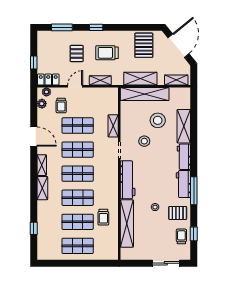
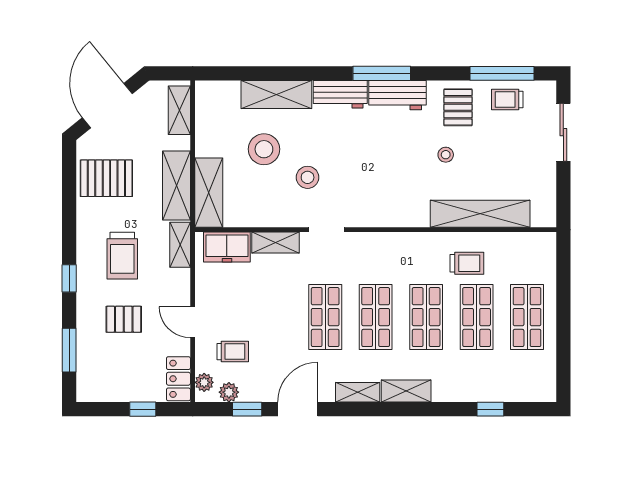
door: (178, 46) -> (107, 106), hinge flipped
shelving: (100, 80) -> (180, 245), moved
shelving: (145, 94) -> (209, 193), width x0.68
freezer: (111, 103) -> (227, 247), added
window: (34, 112) -> (247, 409), added
shop shelf: (78, 126) -> (275, 317), removed
workbench: (128, 180) -> (389, 212), removed
window: (194, 191) -> (382, 73), moved
window: (194, 234) -> (502, 73), width x2.17

